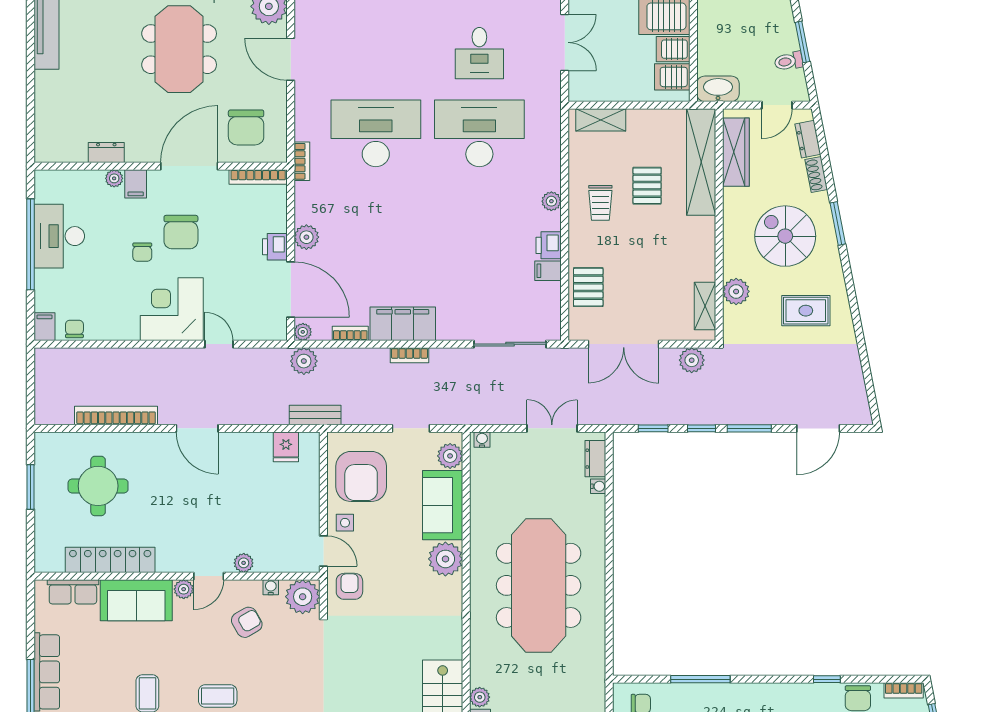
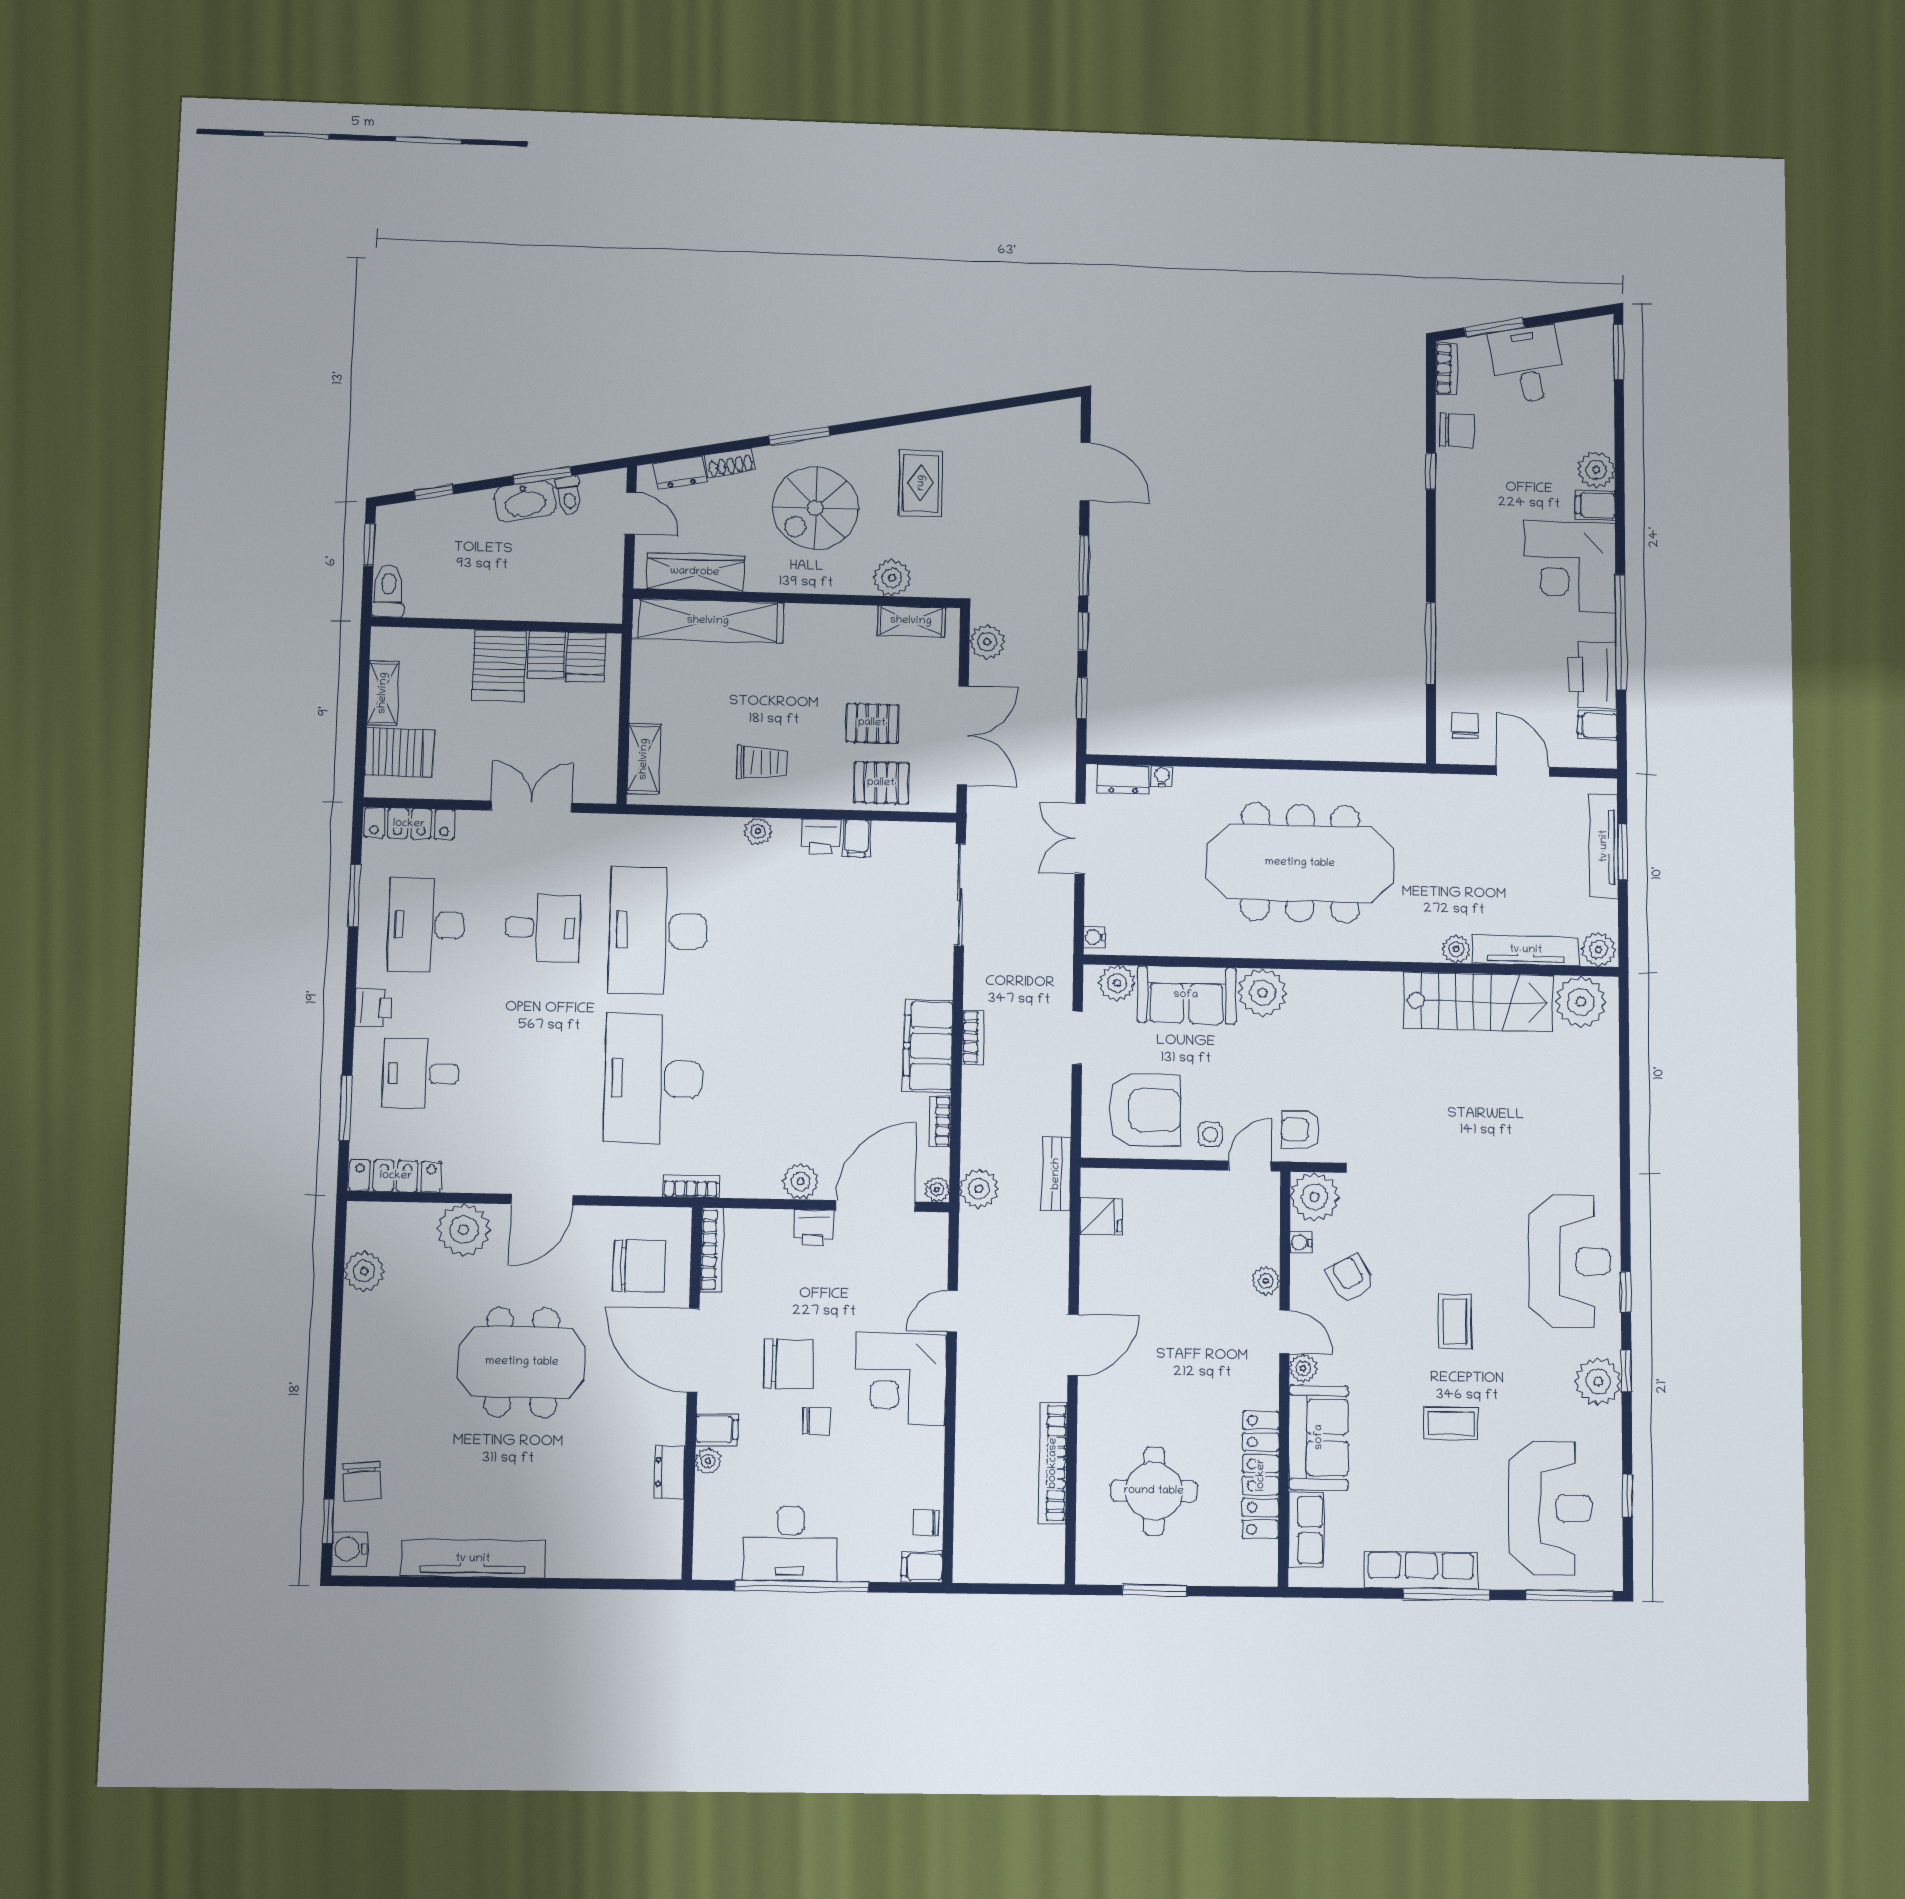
washbasin: (718, 89) -> (525, 501), moved, turned -101
pallet: (647, 186) -> (872, 723), moved

